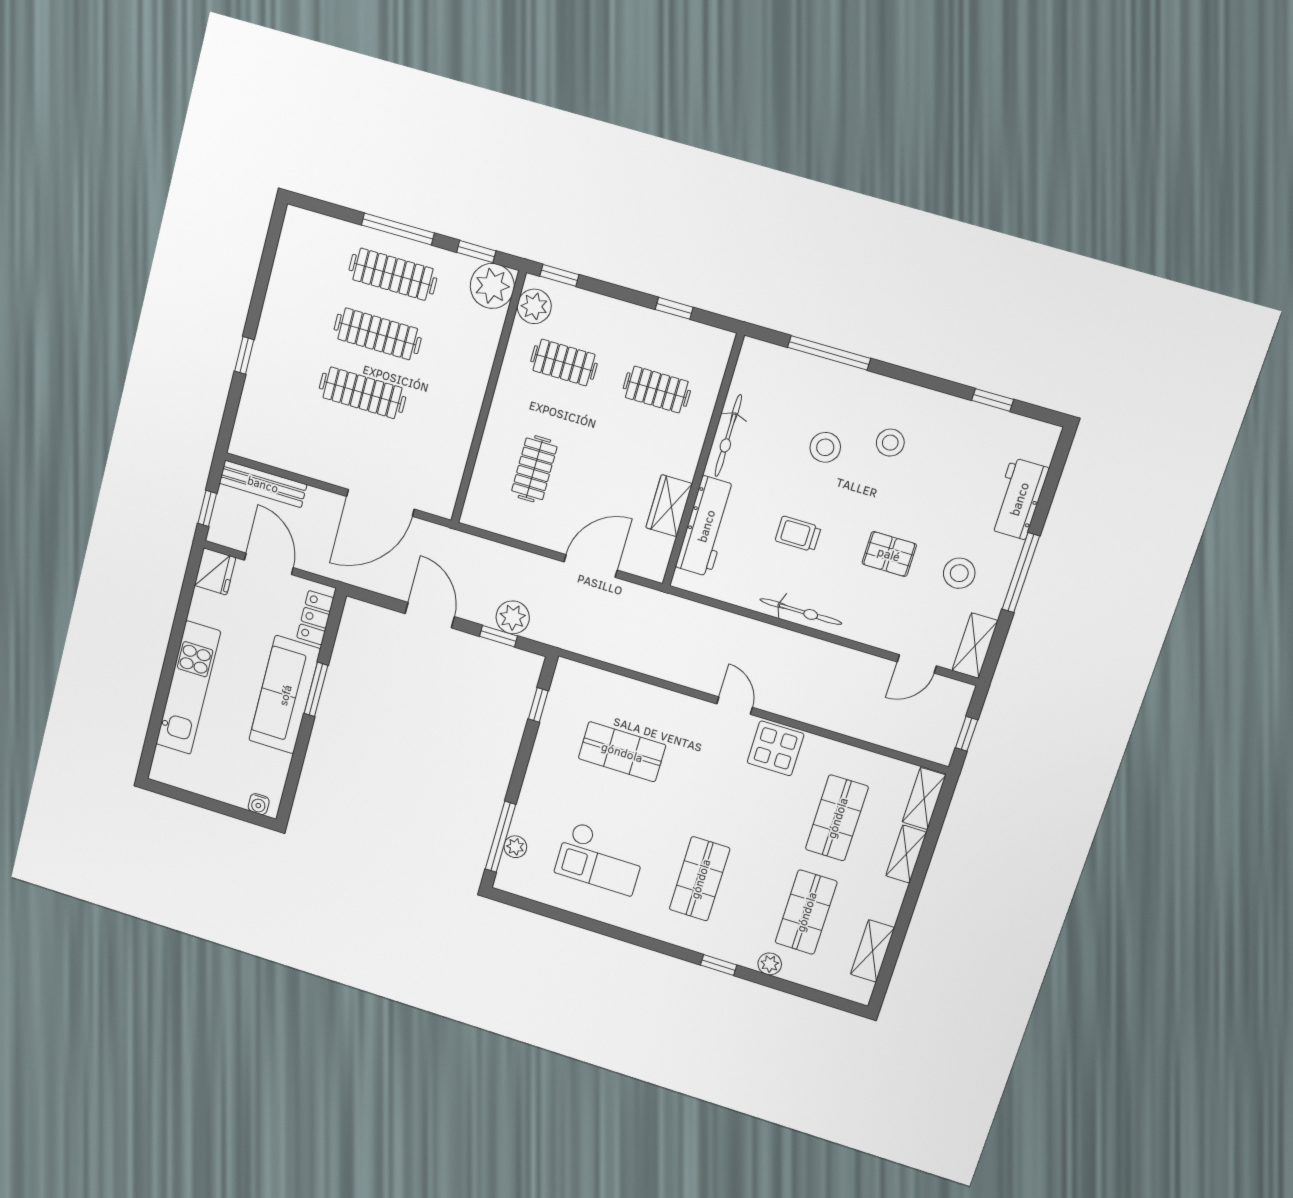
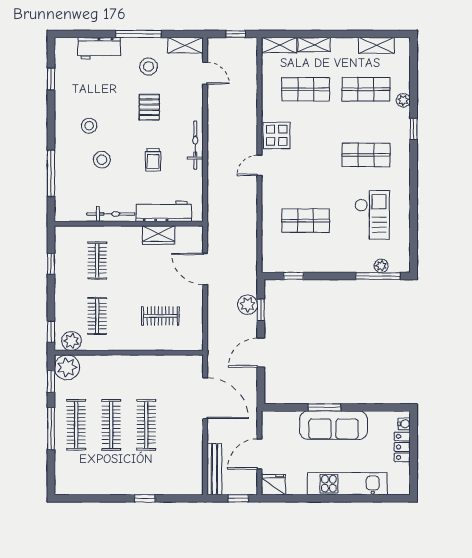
locker: (315, 618) -> (402, 447), moved, turned 90
shop shelf: (622, 752) -> (306, 221), turned 90

